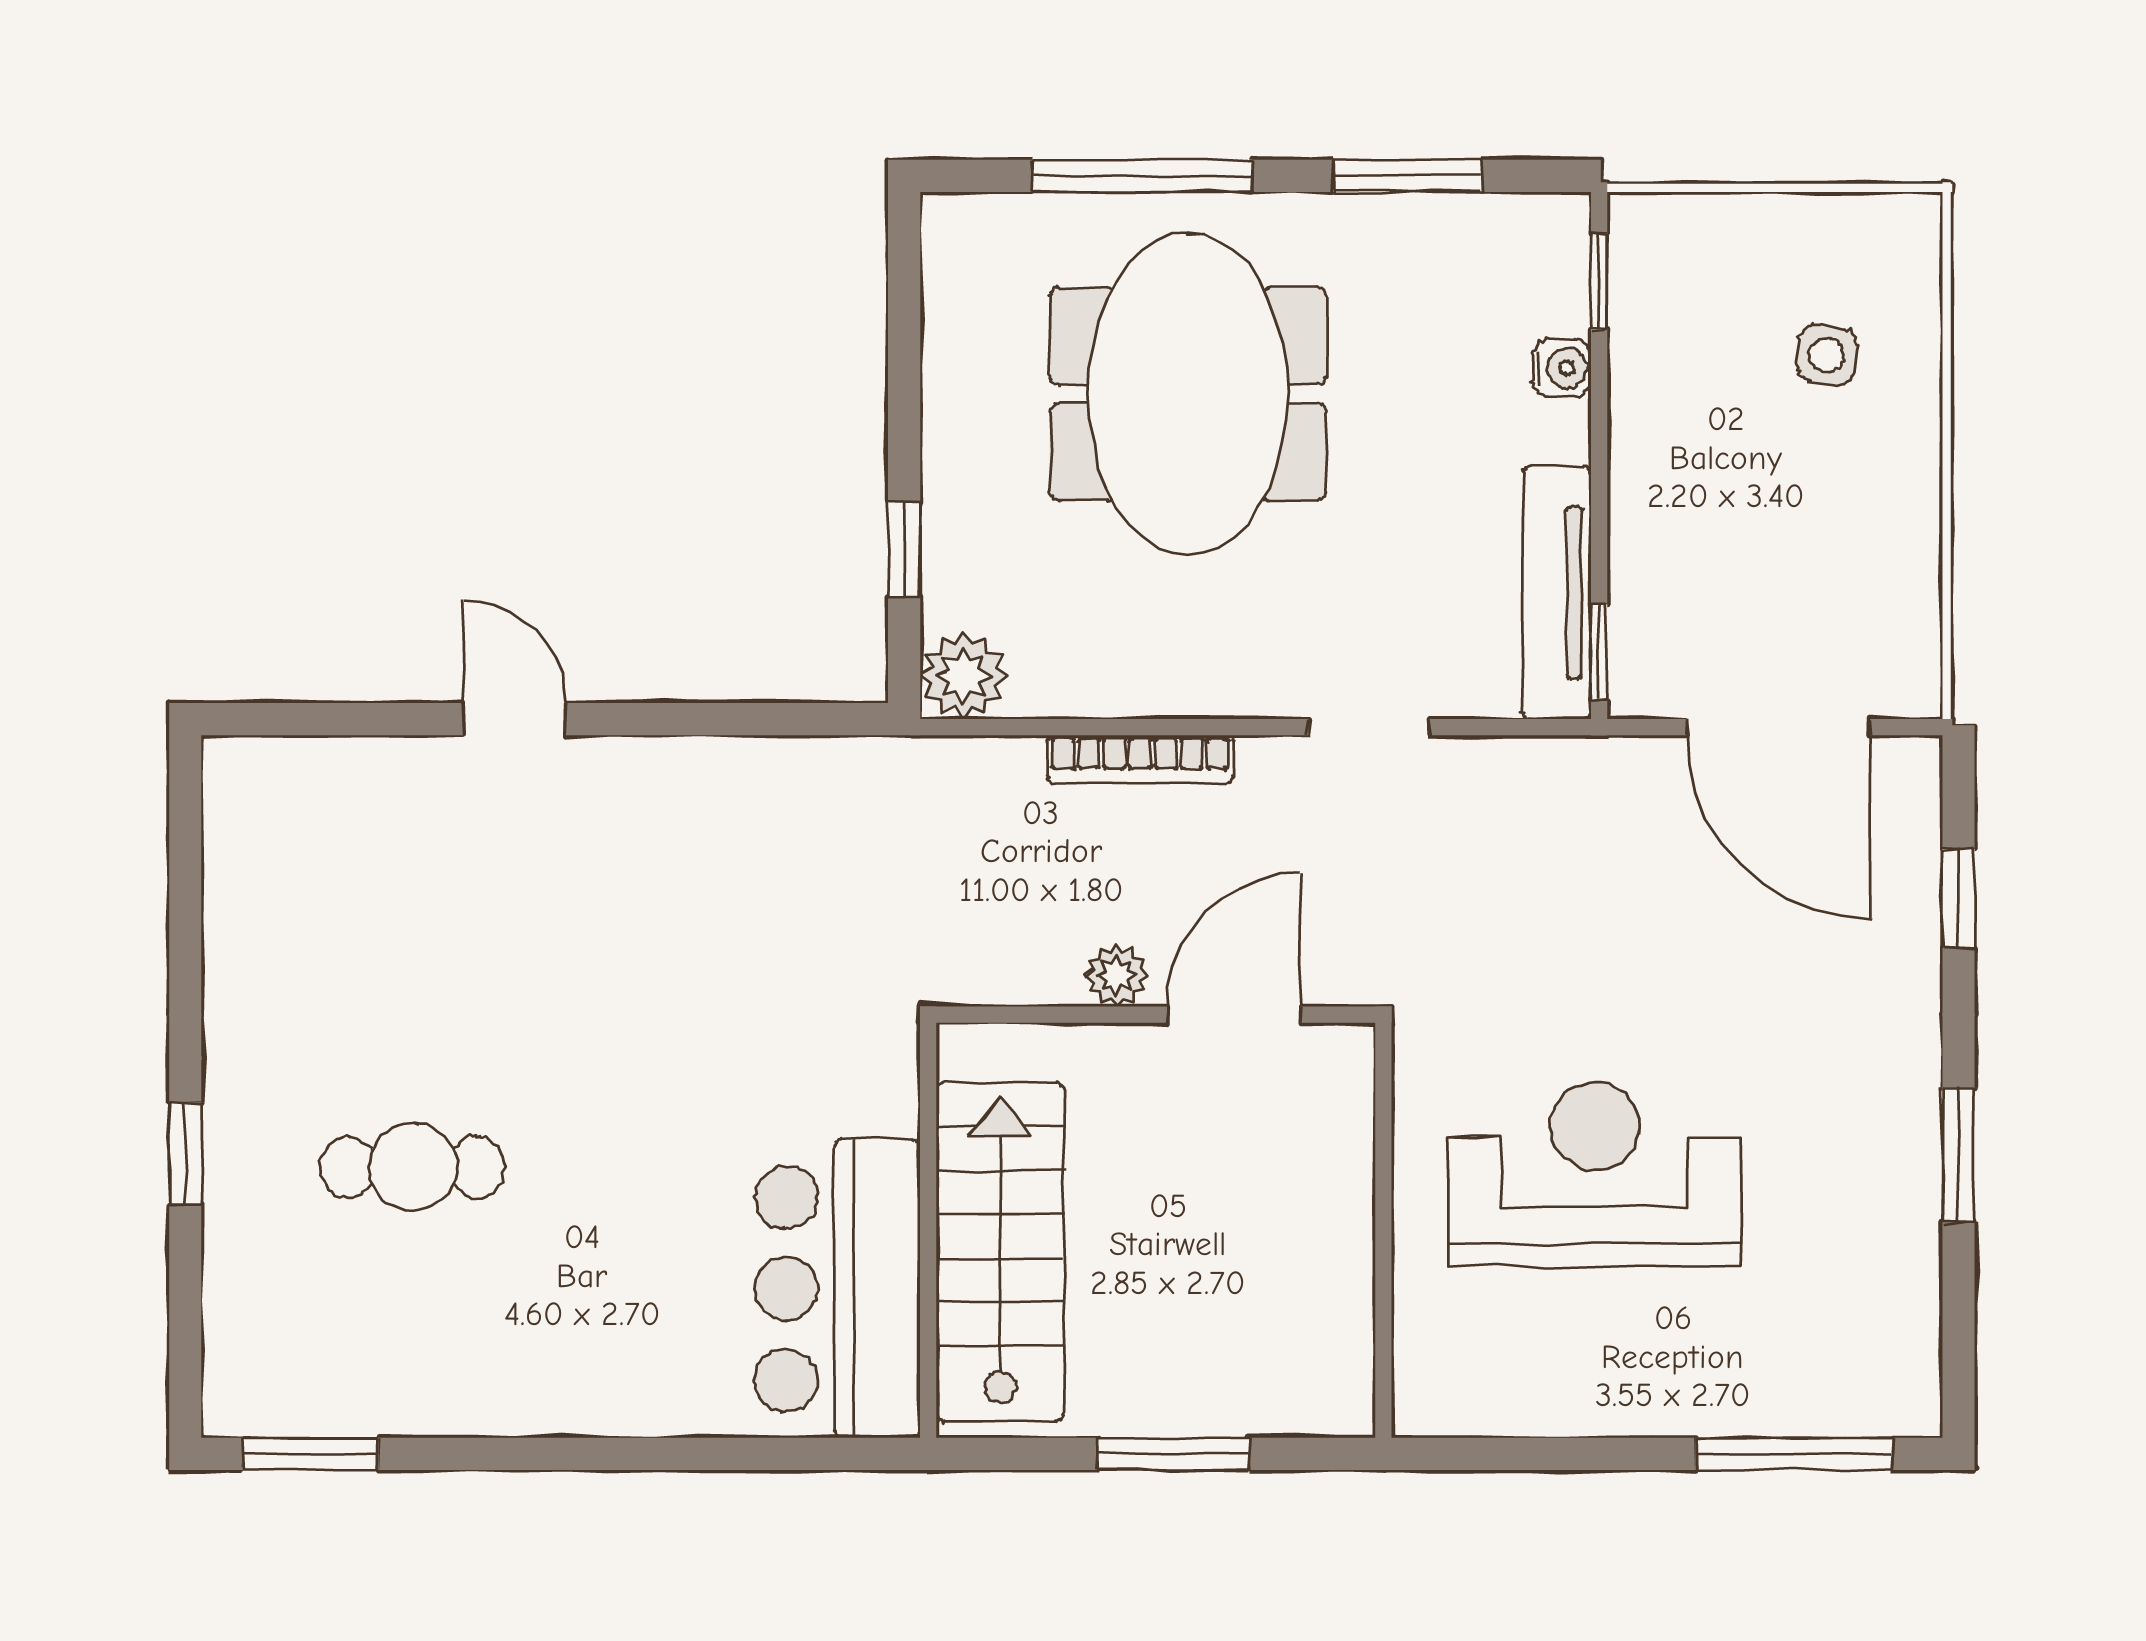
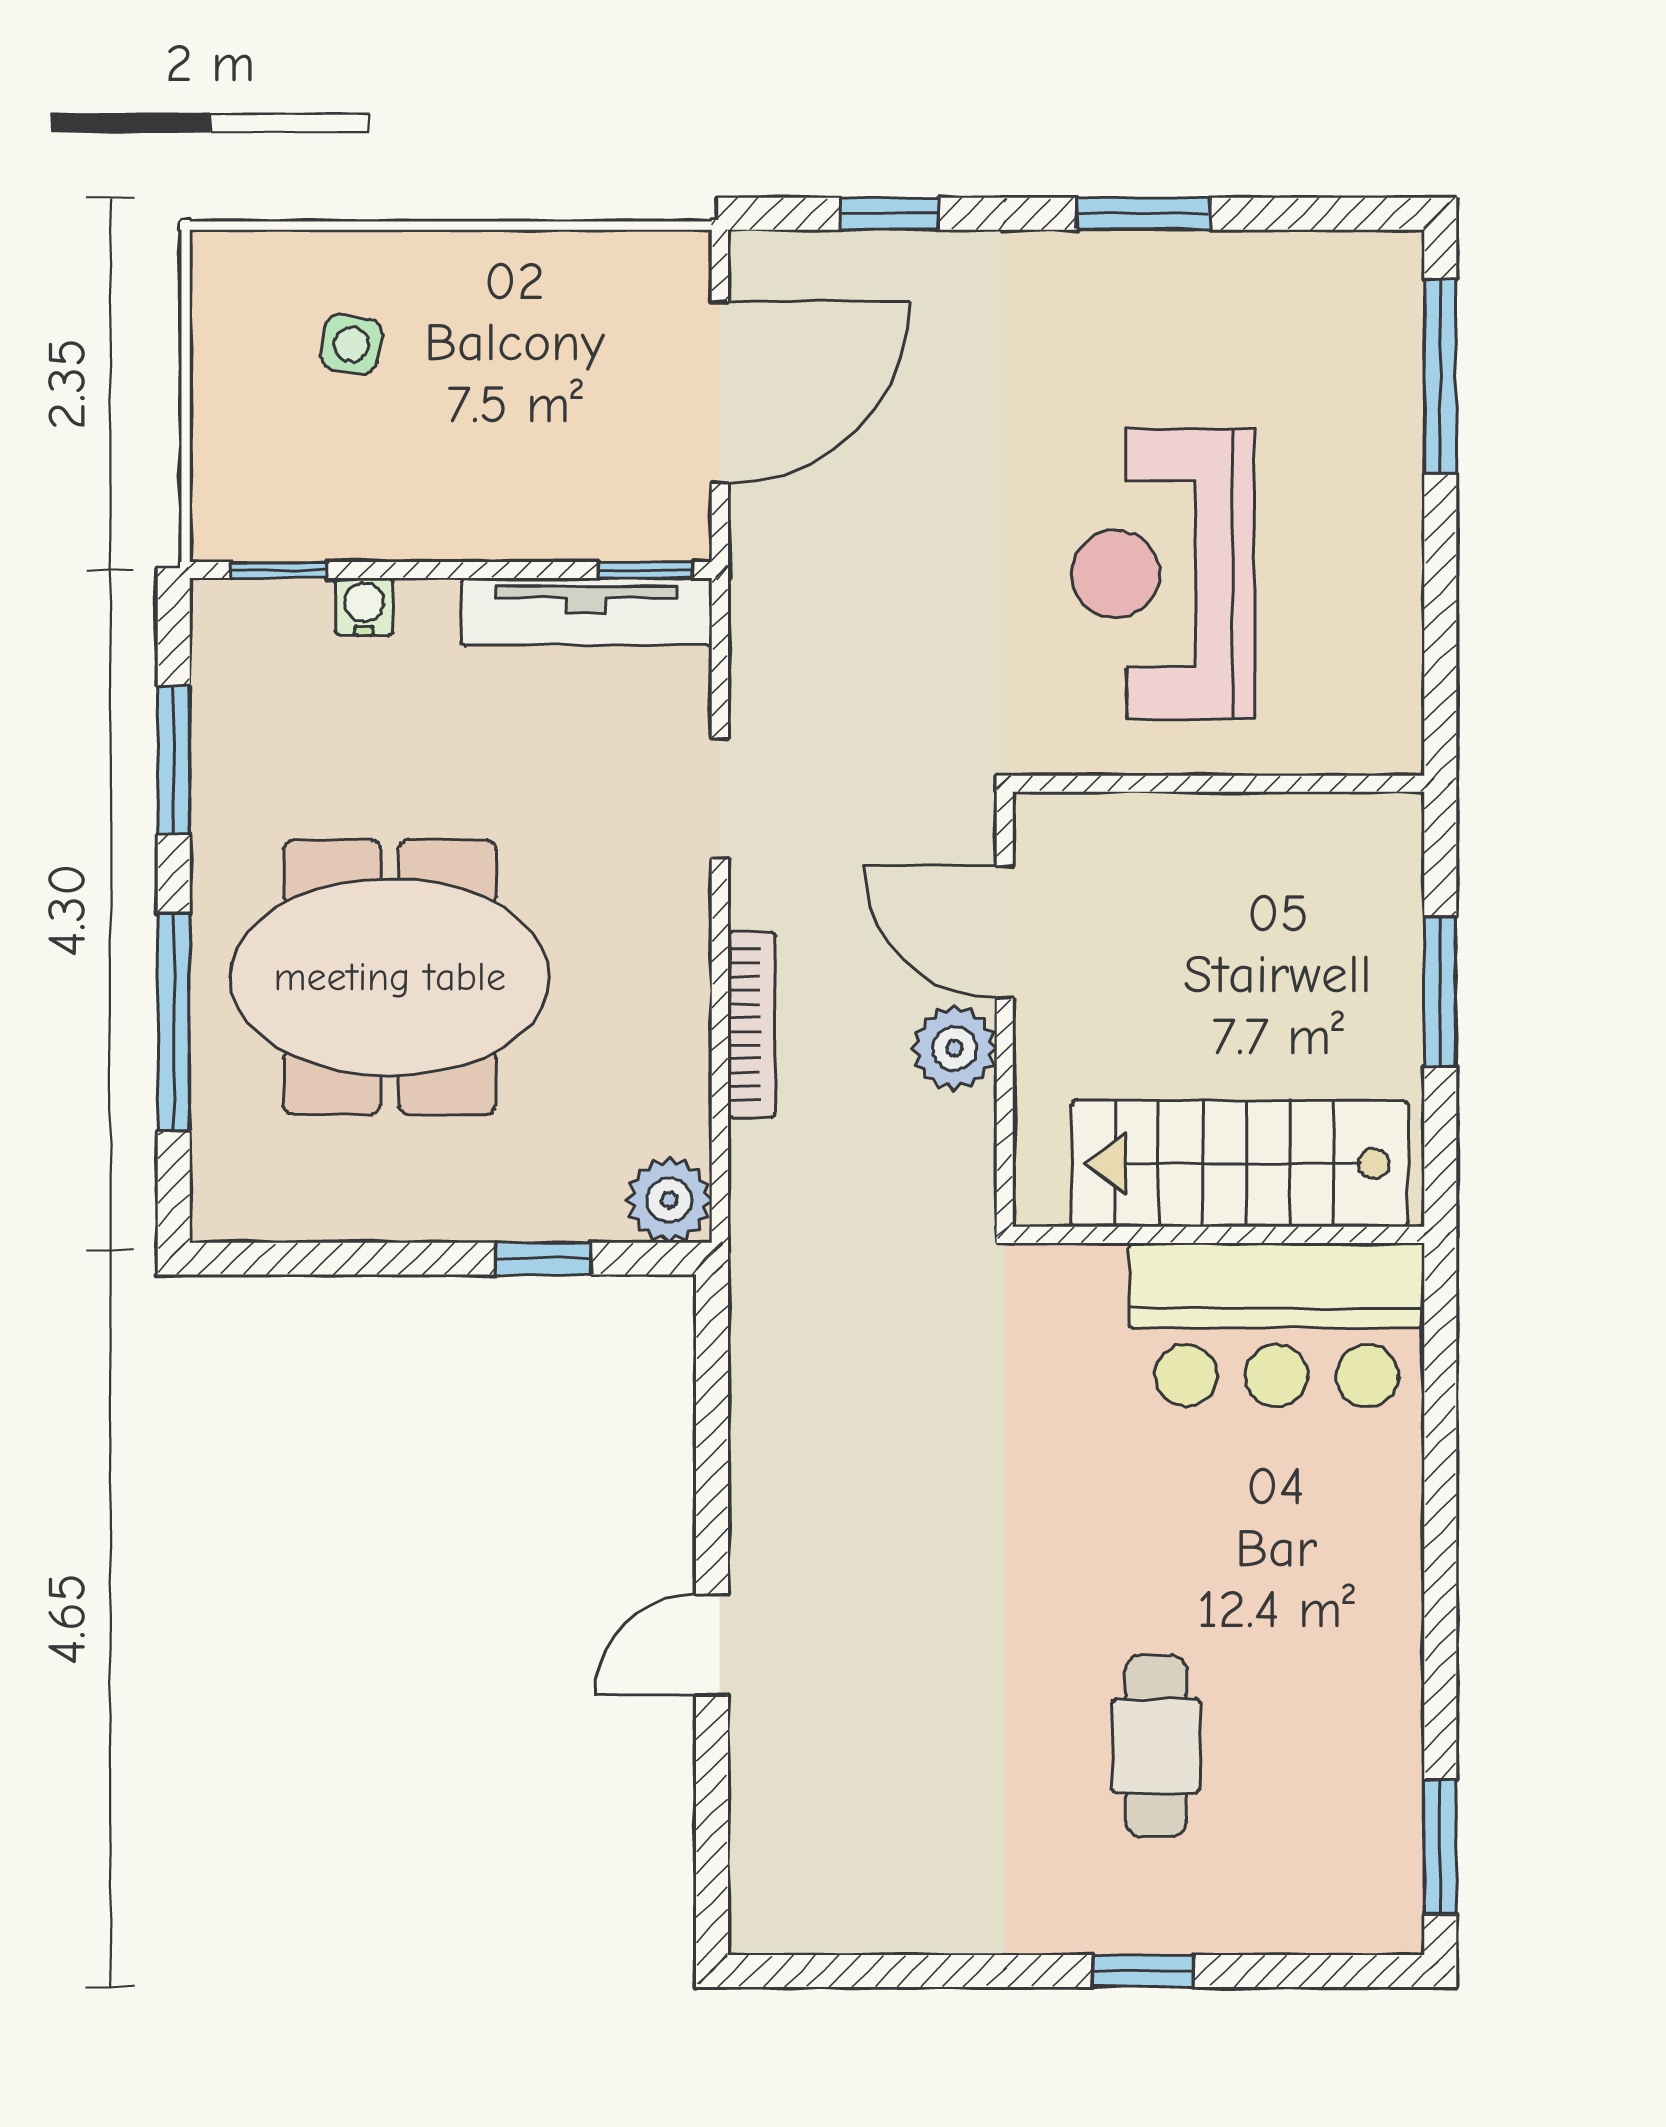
plant: (1116, 975) -> (954, 1048), width x1.38, depth x1.38

